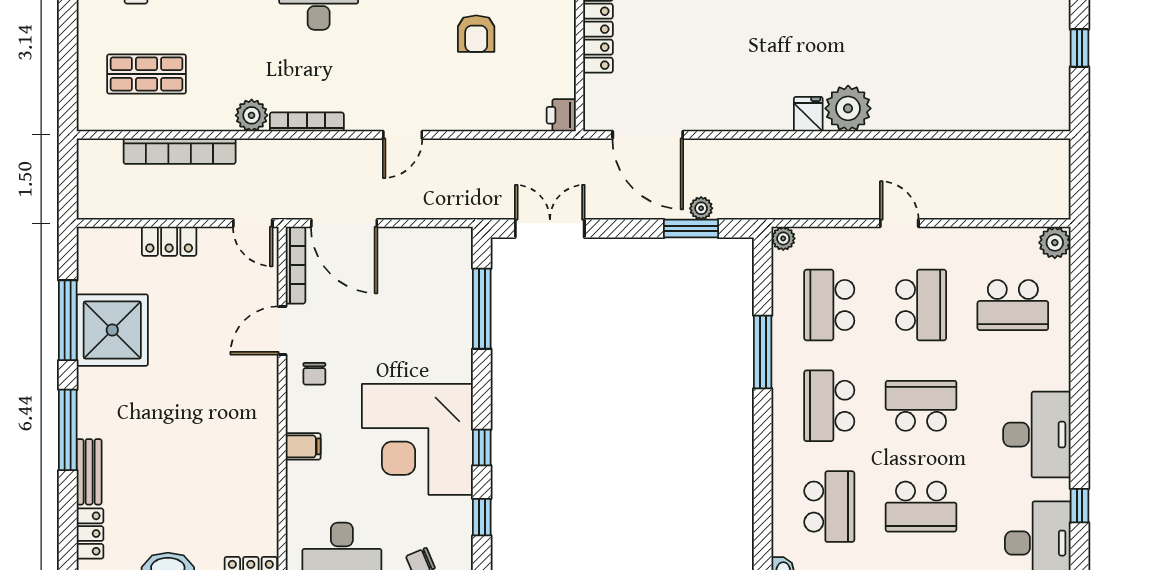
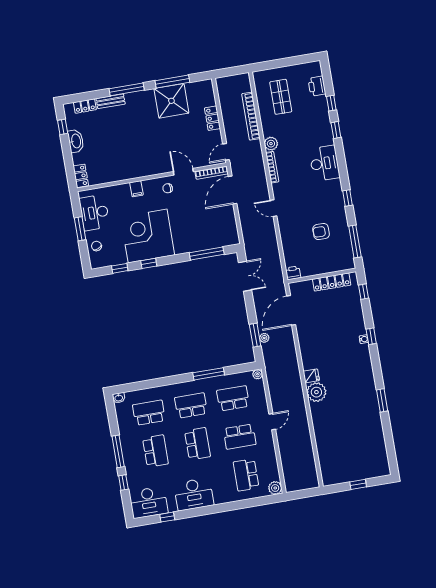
school desk: (829, 507) -> (149, 413), turned 180
school desk: (921, 507) -> (155, 451), turned 180

